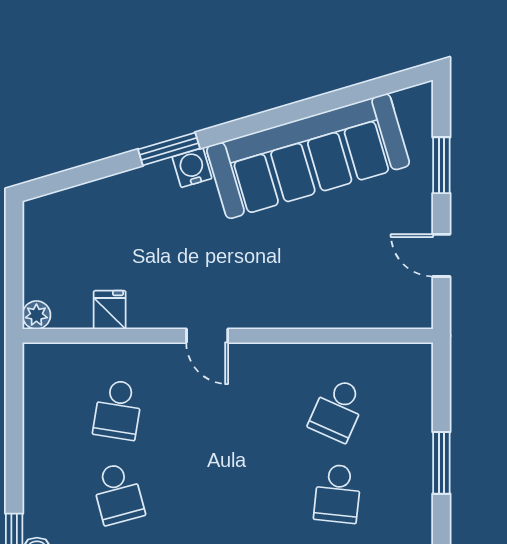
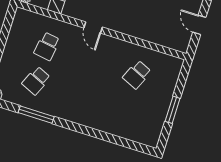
school desk: (118, 494) -> (36, 81), turned 39
school desk: (338, 494) -> (126, 109), removed

